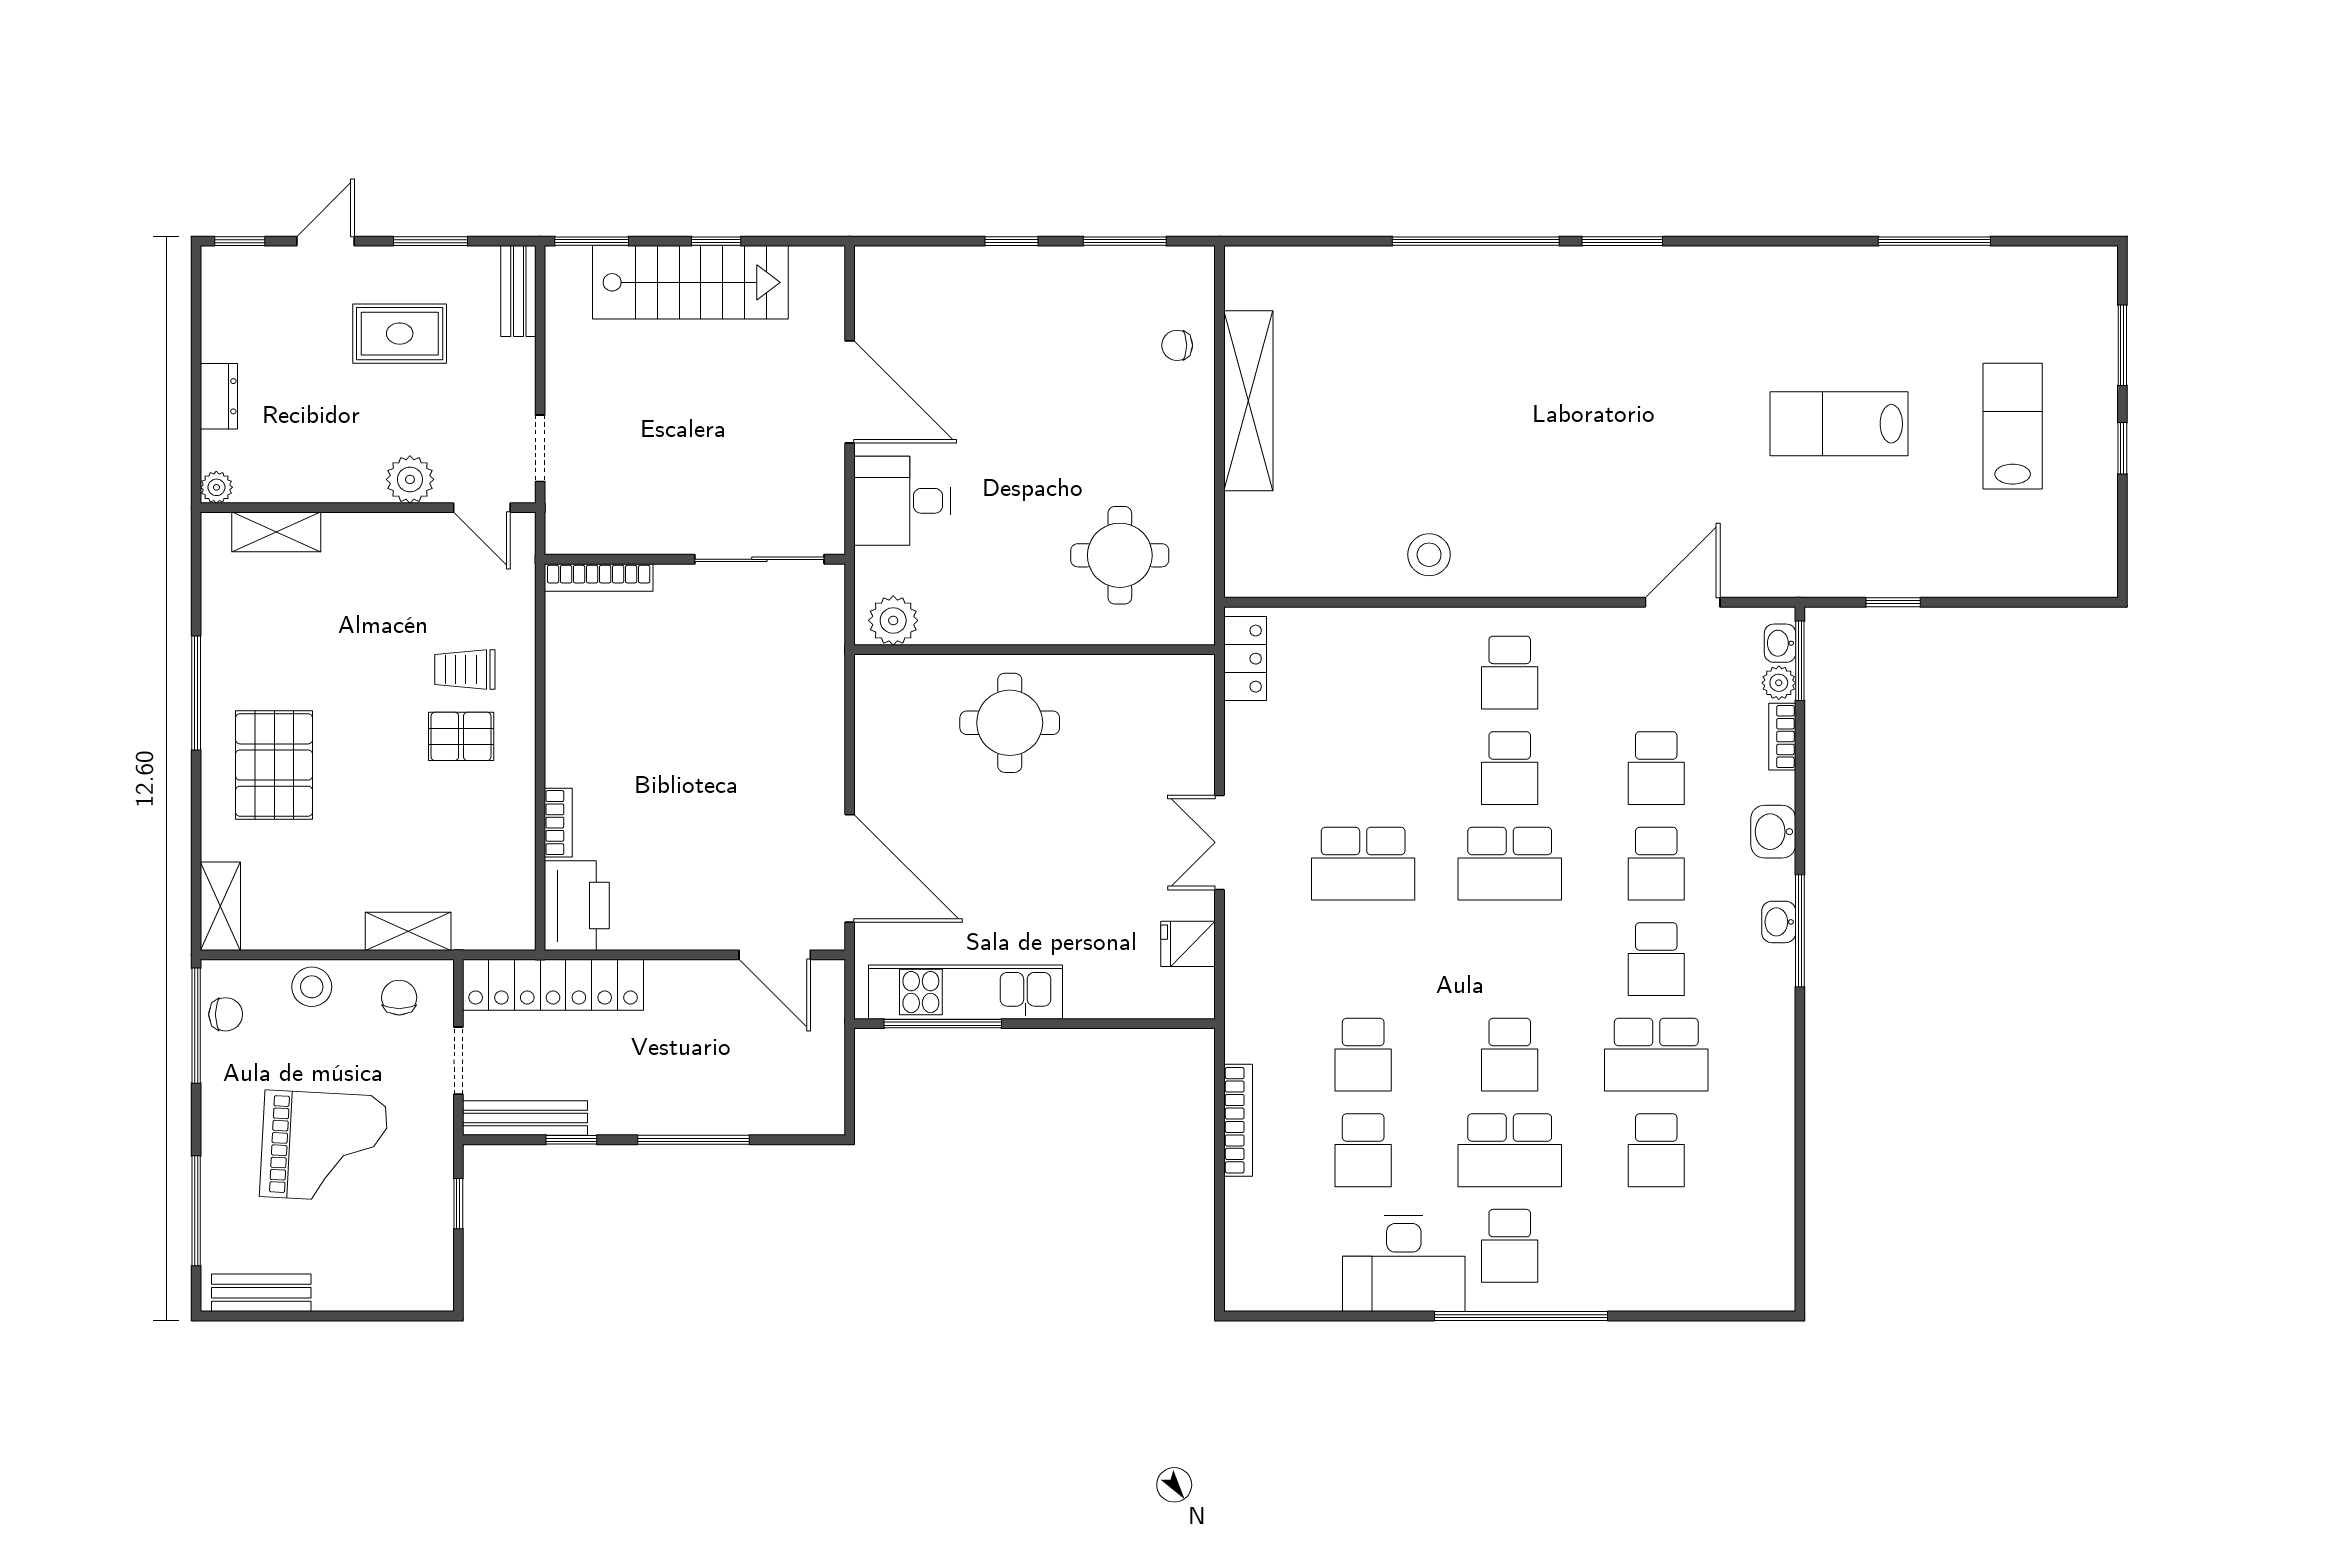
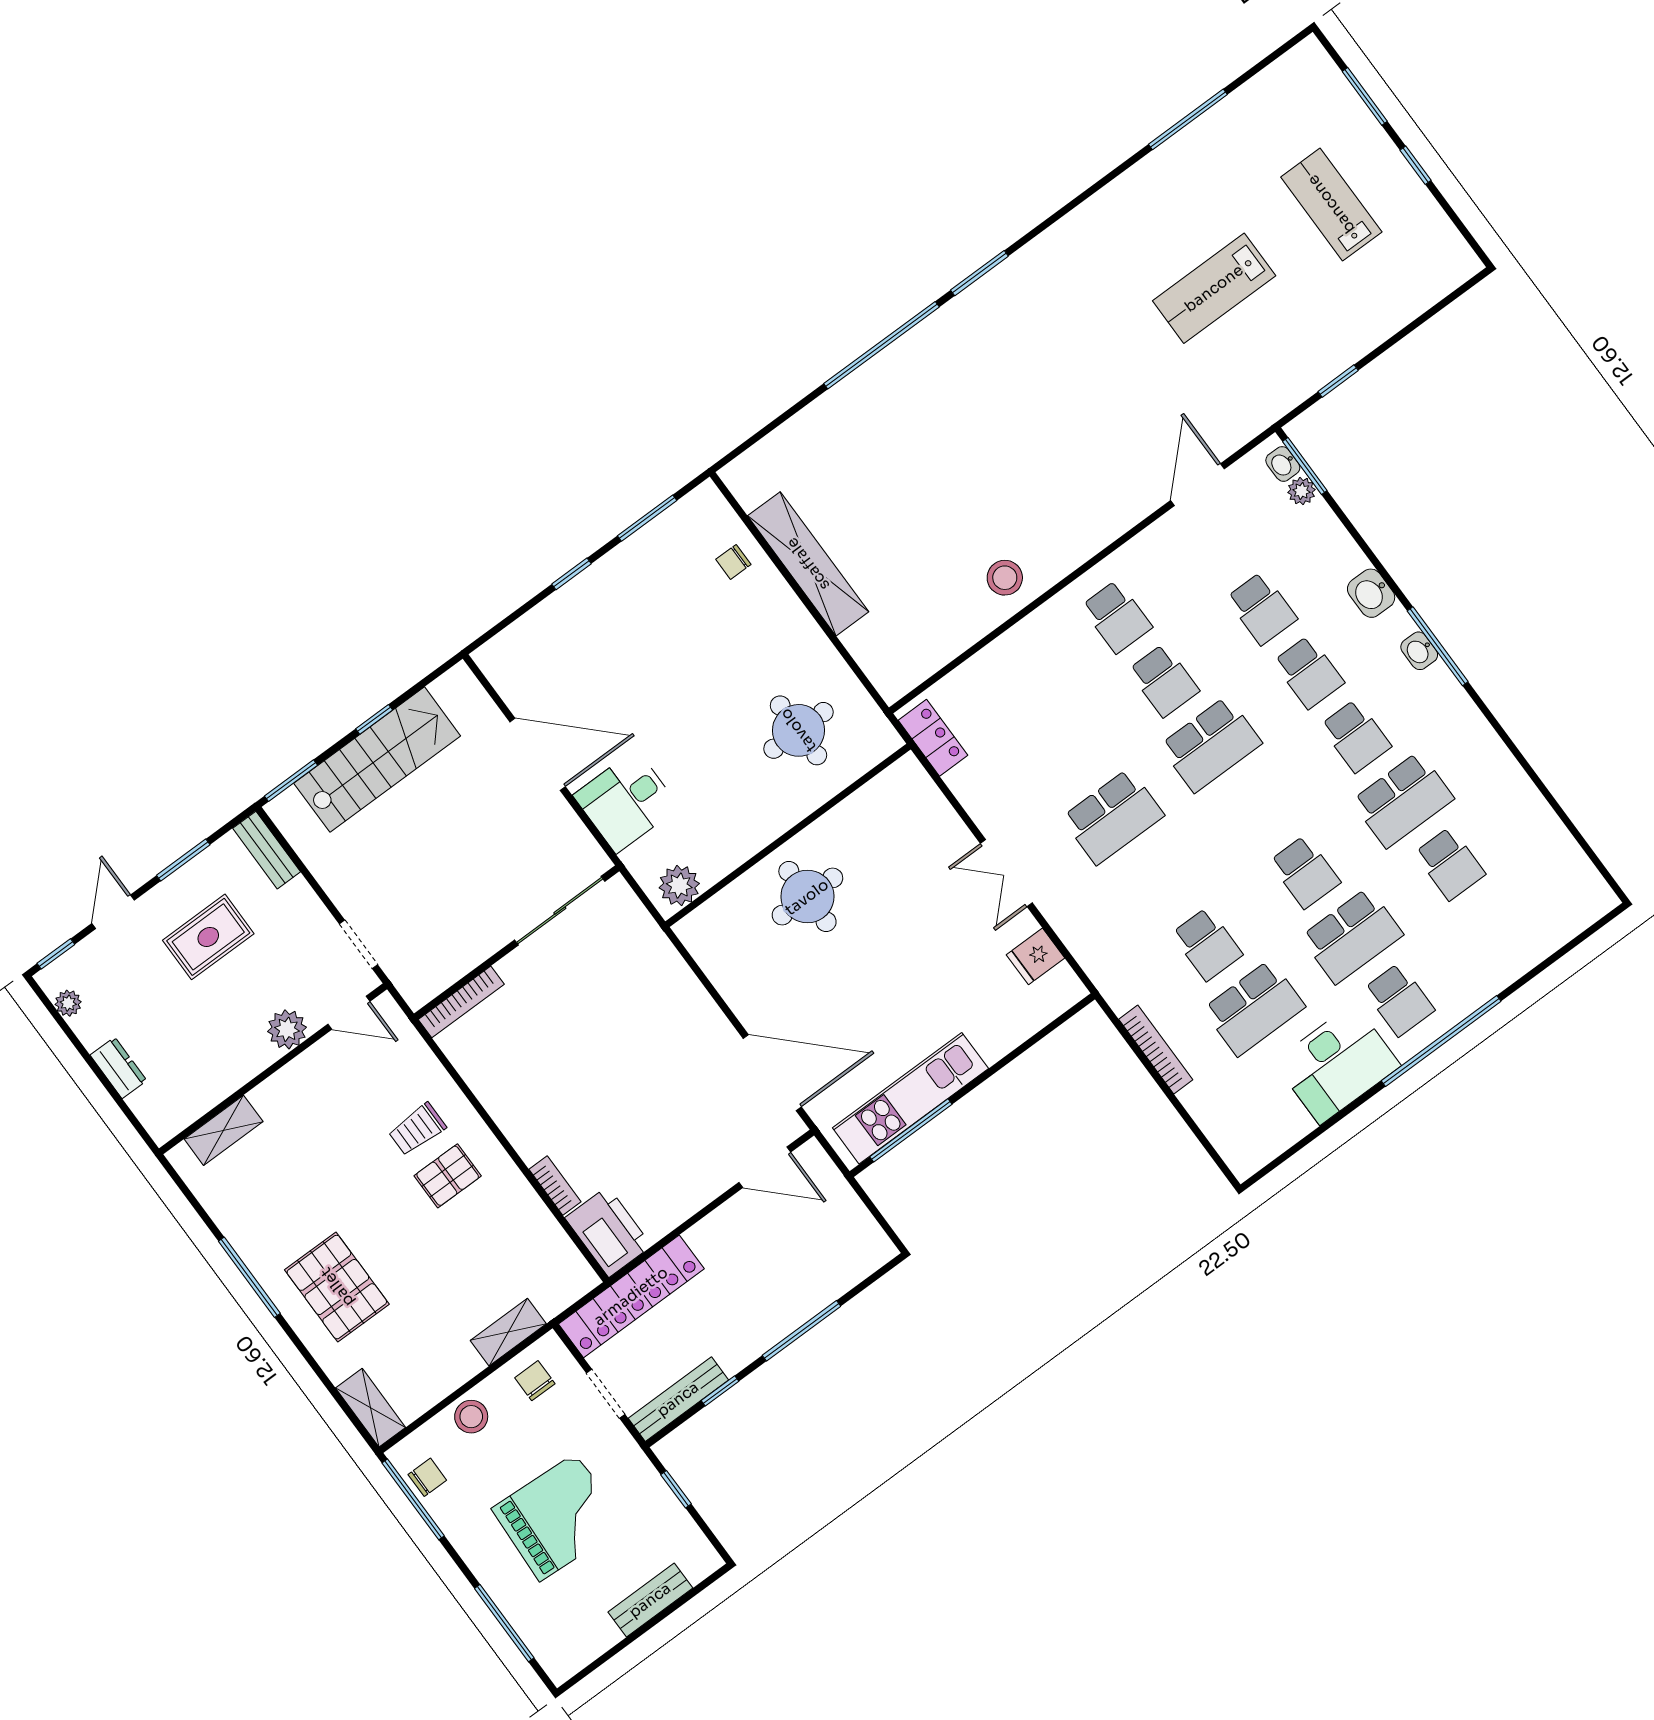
plant: (216, 487) -> (68, 1003), moved
bookcase: (1782, 737) -> (1330, 525), removed
school desk: (1363, 1150) -> (1254, 1008), width x1.85
bench: (261, 1293) -> (650, 1600), moved

